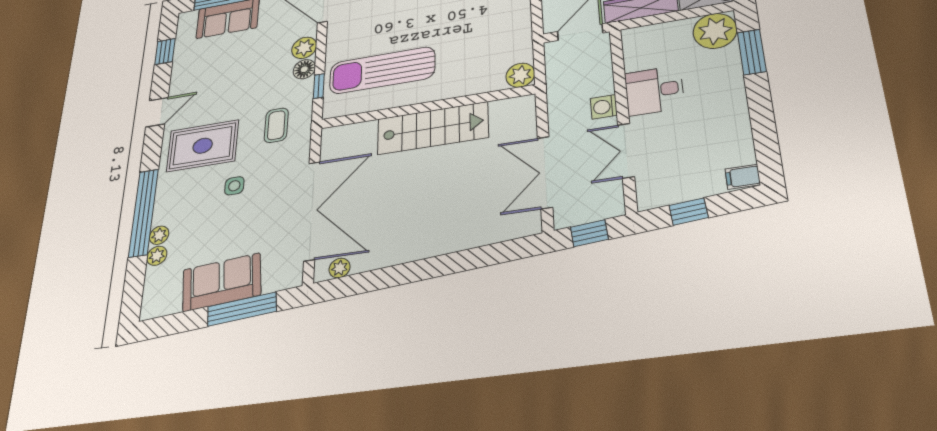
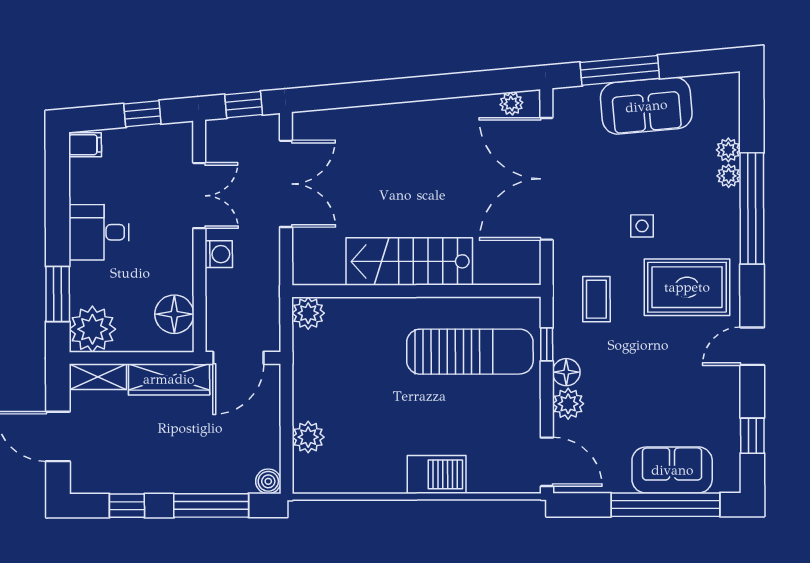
floor lamp: (641, 55) -> (174, 314), added
desk: (654, 91) -> (99, 232), moved, turned 180

